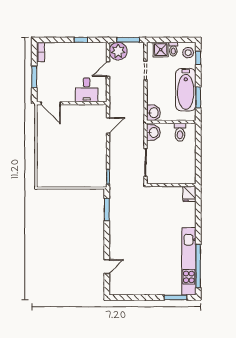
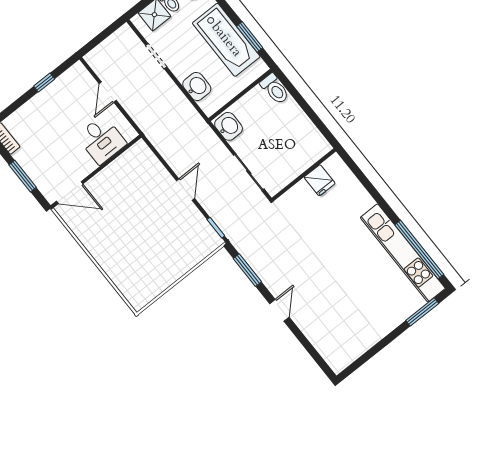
window: (128, 40) -> (104, 35), removed
plant: (118, 51) -> (102, 59), removed
washbasin: (153, 113) -> (197, 86), moved
door: (108, 125) -> (185, 190), moved
toilet: (180, 132) -> (275, 89), moved
fridge: (189, 194) -> (320, 180), moved
door: (107, 267) -> (279, 310), moved

